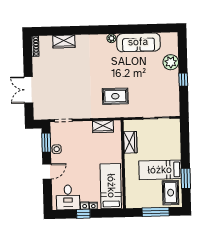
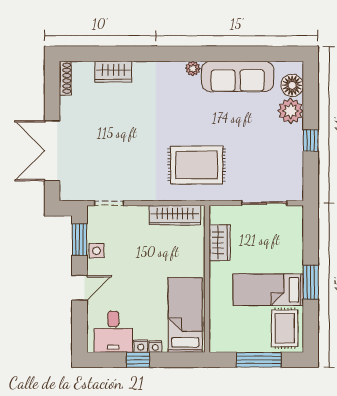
floor lamp: (171, 47) -> (292, 85), added
double door: (28, 90) -> (52, 151), width x1.37
rug: (115, 96) -> (197, 165), width x1.36, depth x1.43
wardrobe: (103, 127) -> (175, 215), width x1.50
window: (186, 178) -> (311, 282), moved

